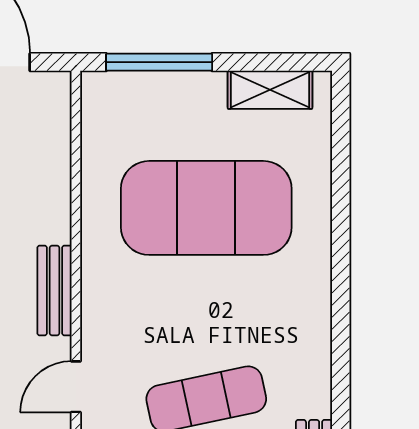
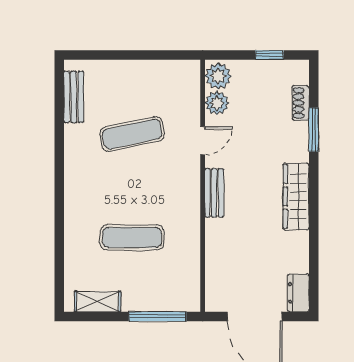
exercise mat: (206, 208) -> (132, 237), width x0.50, depth x0.69

